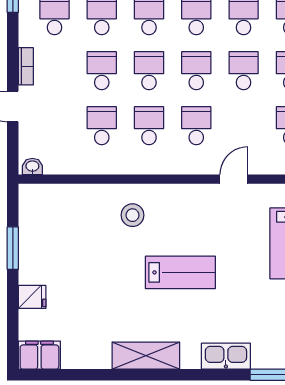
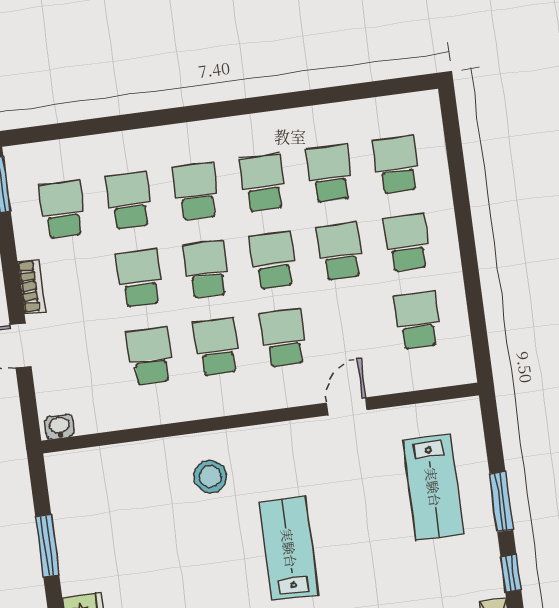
lab bench: (180, 272) -> (289, 548), turned -90

